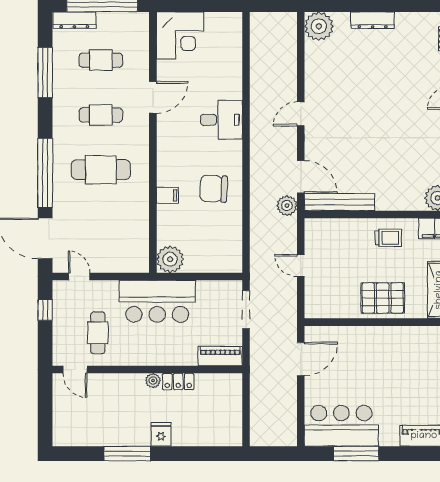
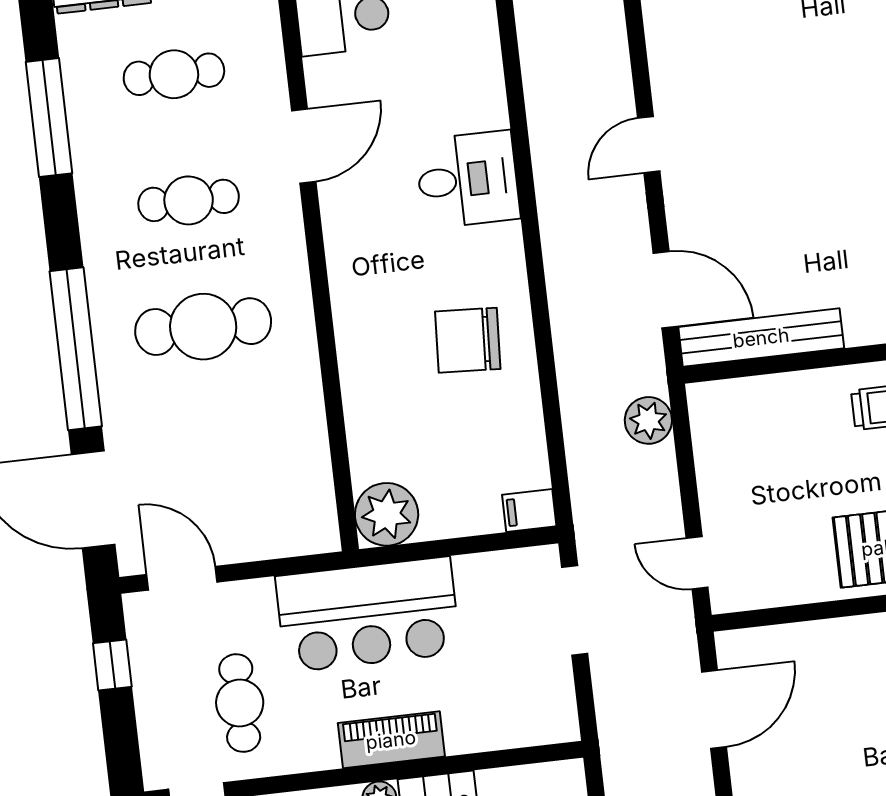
filing cabinet: (167, 195) -> (529, 511), moved, turned 180
plant: (287, 206) -> (648, 420), moved
door: (301, 266) -> (697, 563), moved
door: (79, 276) -> (182, 578), width x1.38
piano: (220, 356) -> (391, 740), moved

